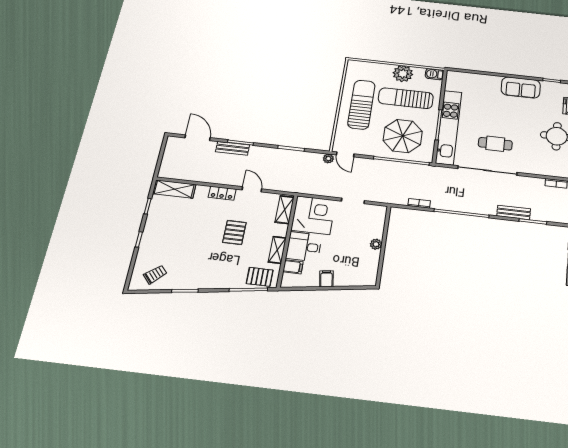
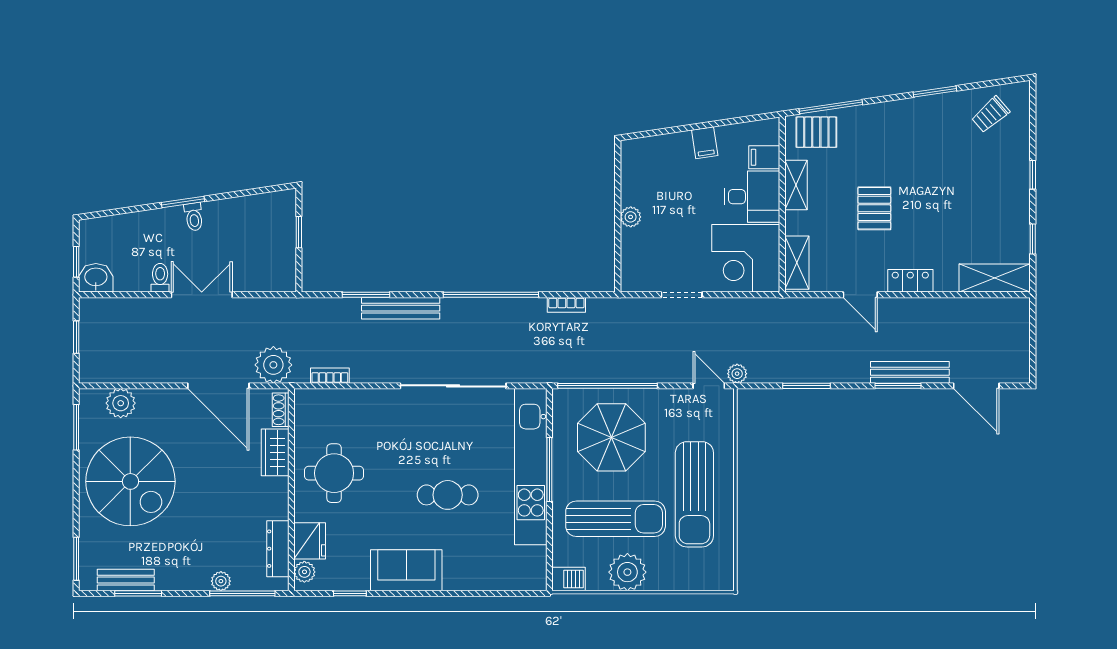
cafe table: (495, 144) -> (448, 495), moved
bench: (233, 148) -> (910, 372), width x1.36
bench: (514, 212) -> (401, 308), width x1.36

